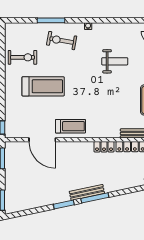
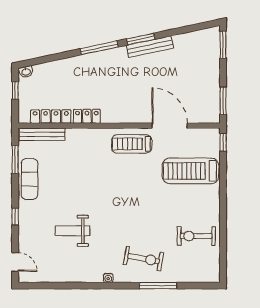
treadmill: (43, 86) -> (190, 171), moved
bench: (87, 192) -> (150, 47), moved

